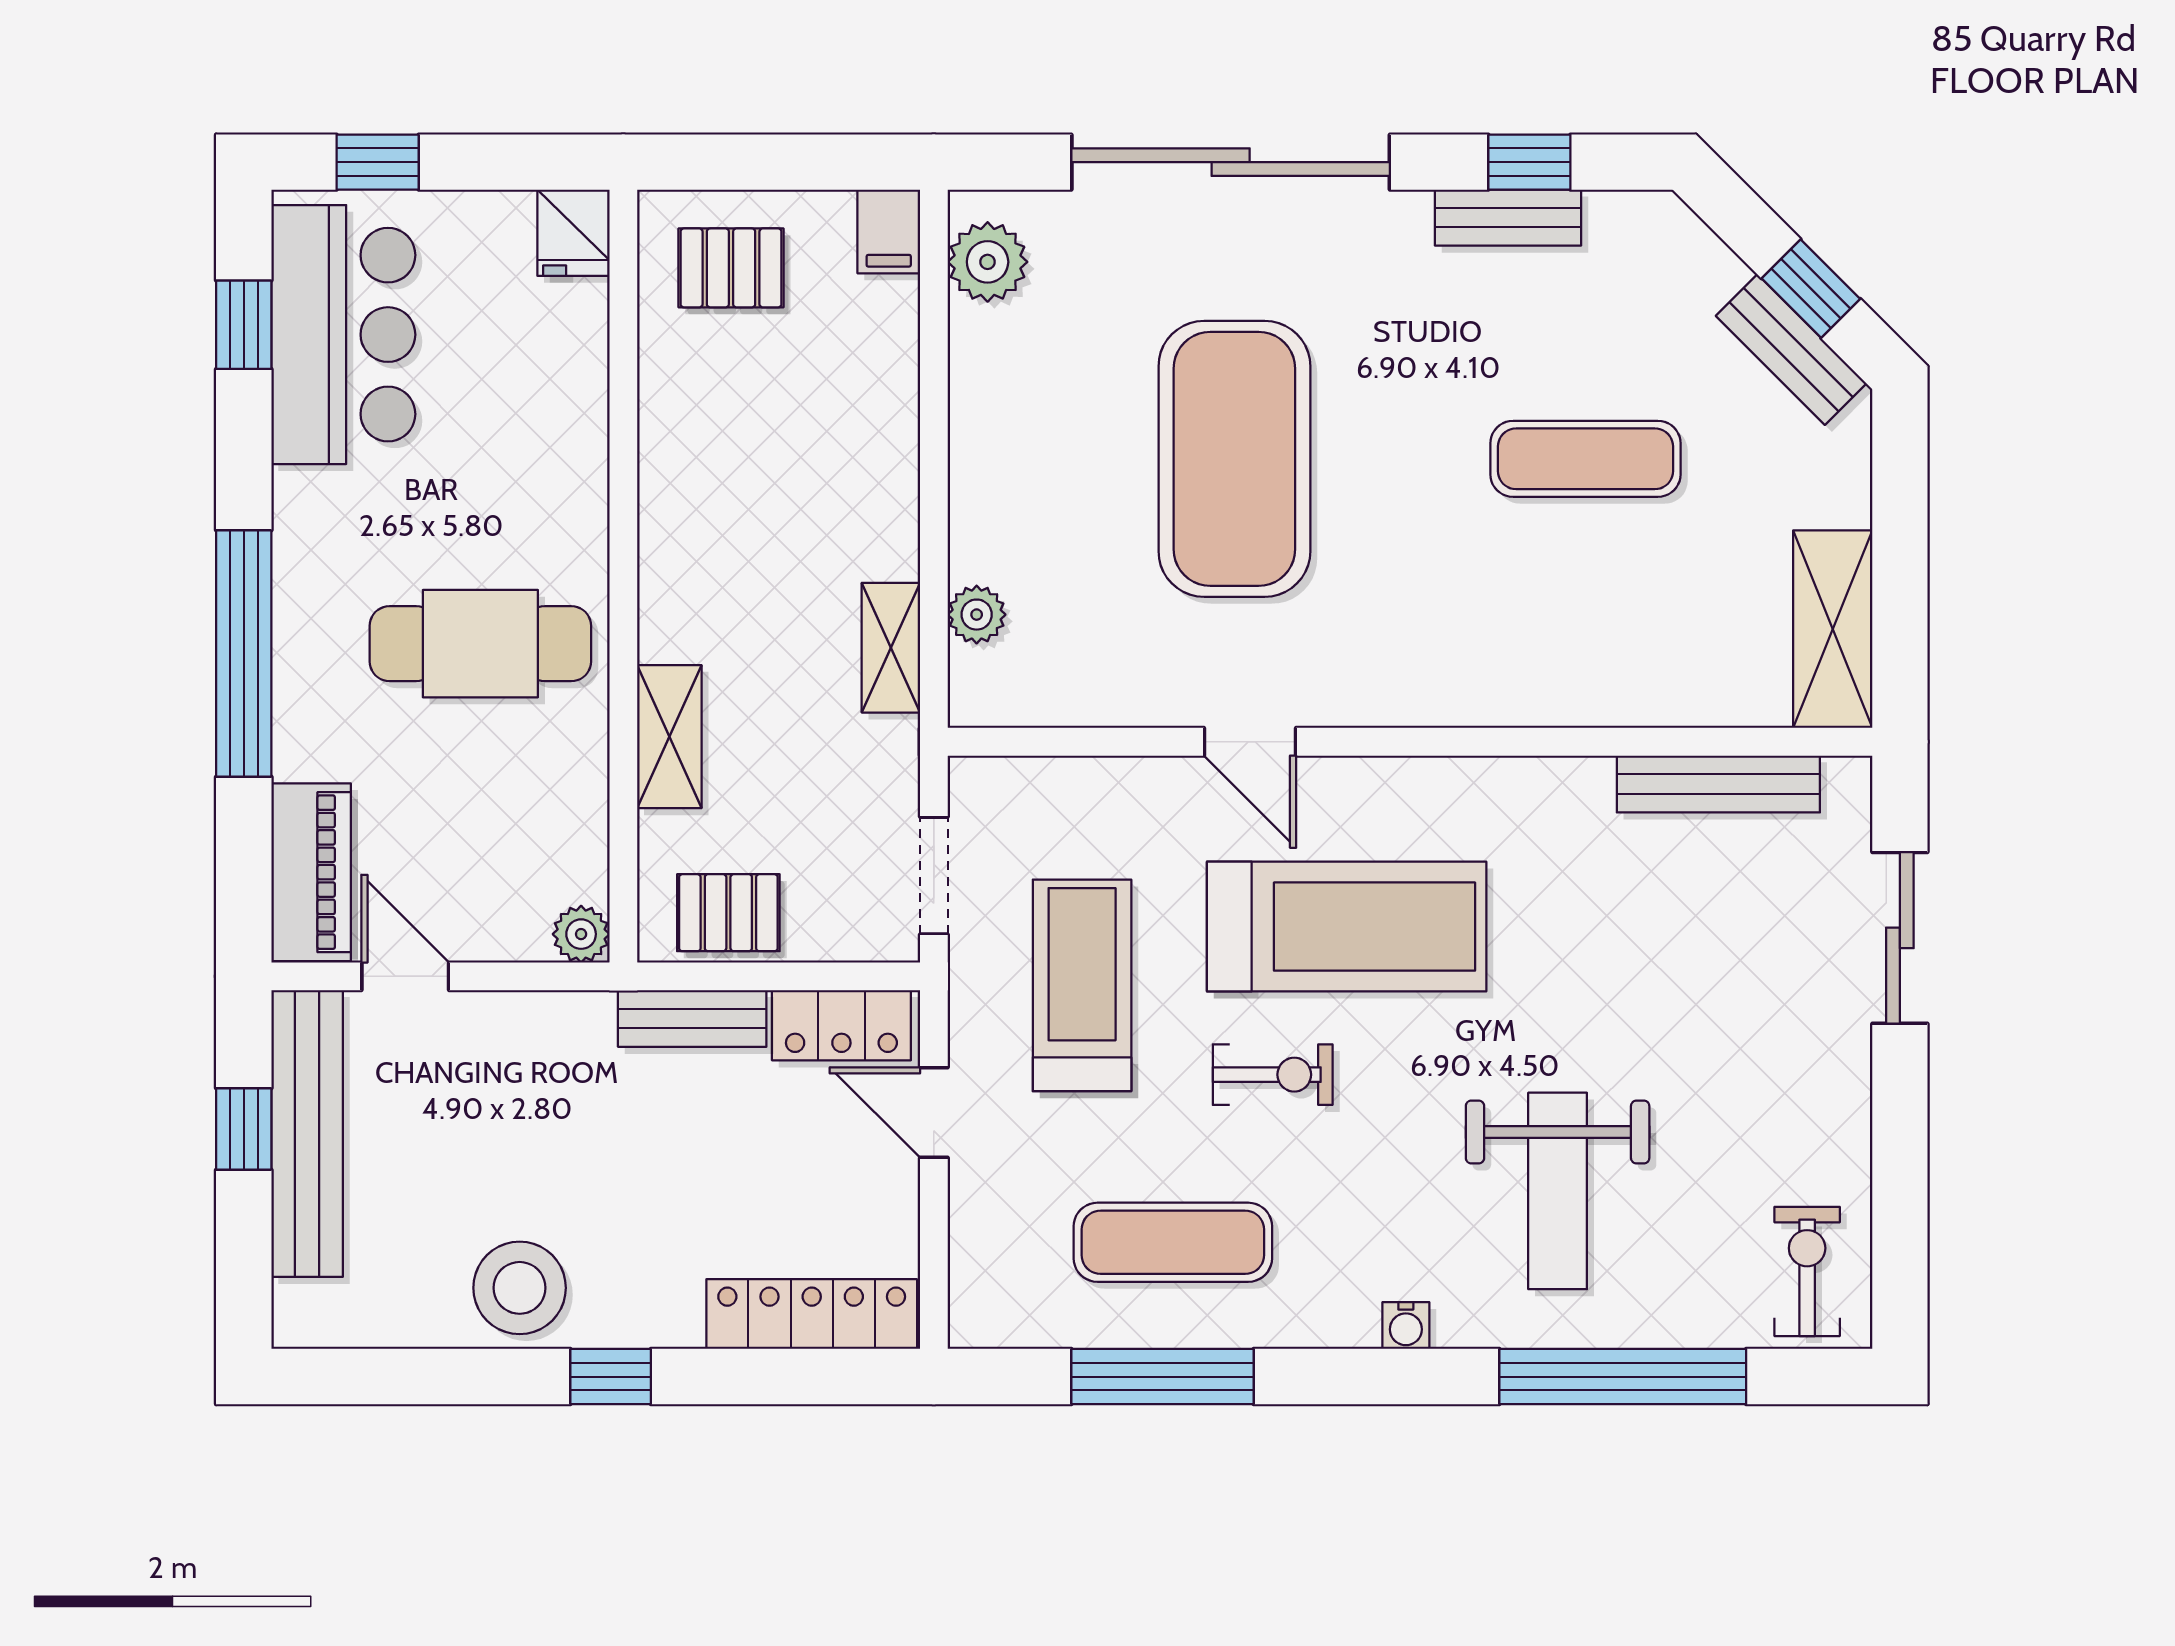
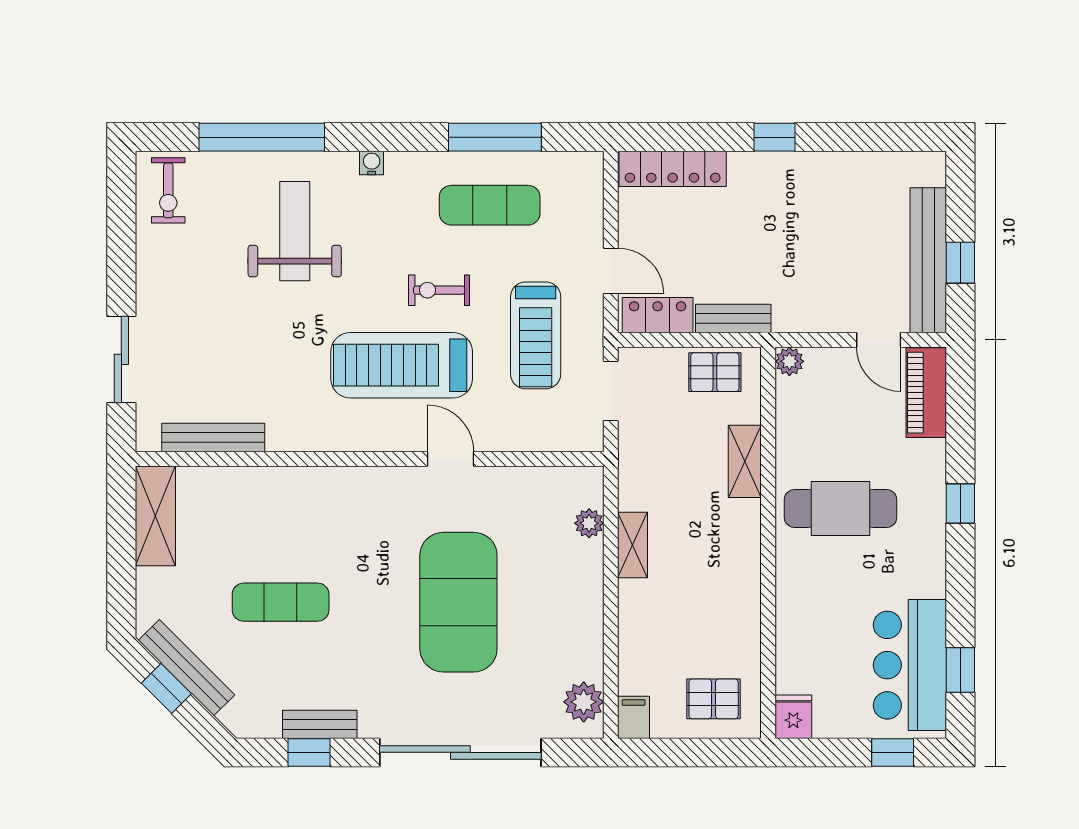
bench: (1791, 350) -> (186, 668), width x1.36
shelving: (891, 648) -> (633, 545), moved
window: (244, 654) -> (960, 503), width x0.32
stool: (520, 1288) -> (821, 182), removed

